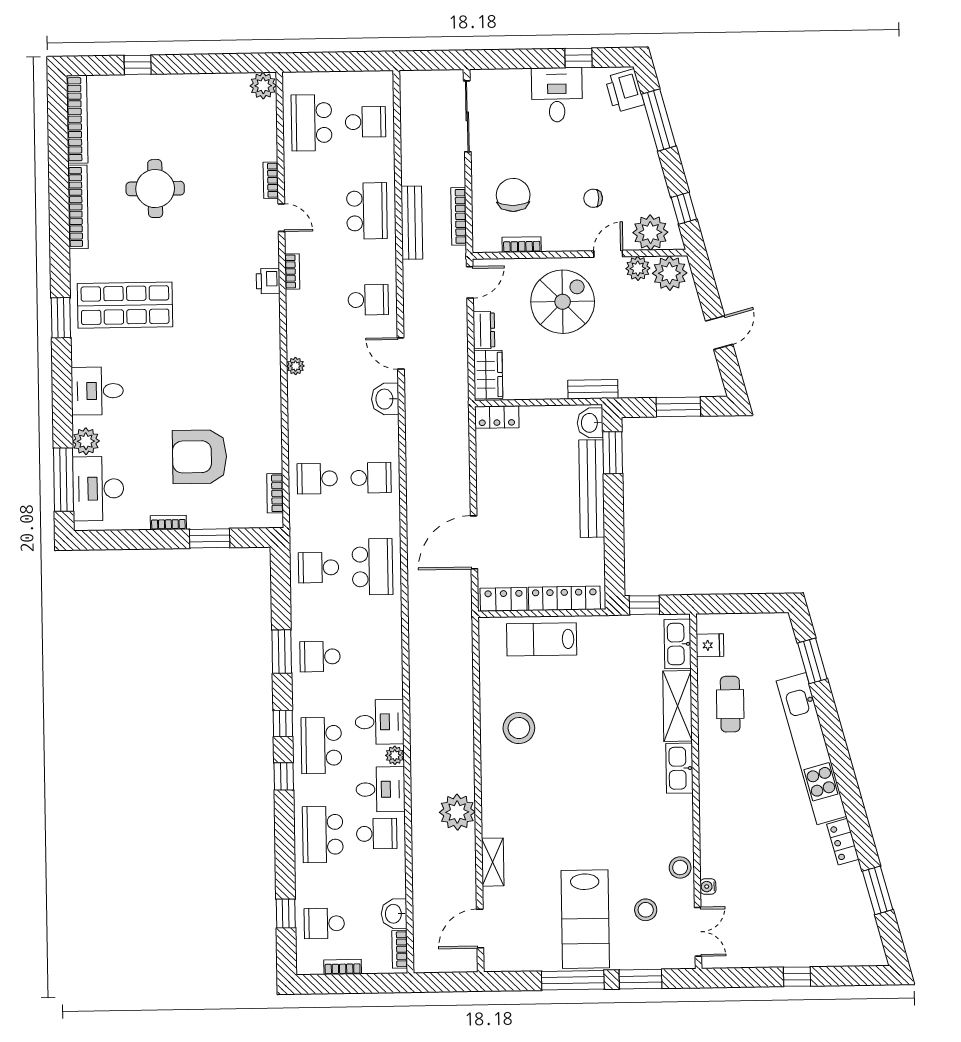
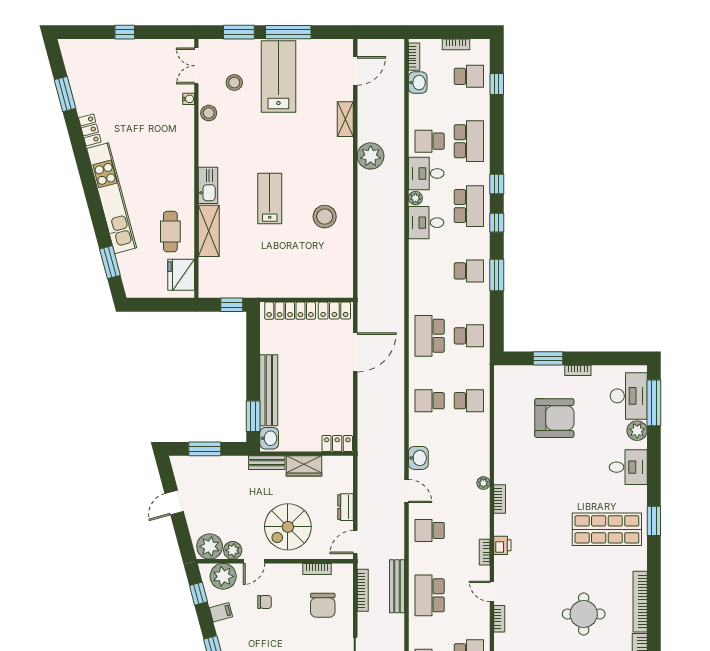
filing cabinet: (653, 183) -> (221, 612), added
wardrobe: (488, 375) -> (304, 466), moved, turned -90
bookcase: (275, 493) -> (500, 499), moved
lab bench: (542, 639) -> (270, 199), moved, turned -90
kitchen sink: (678, 644) -> (208, 276), removed
fridge: (710, 645) -> (181, 275), width x1.88, depth x1.34

